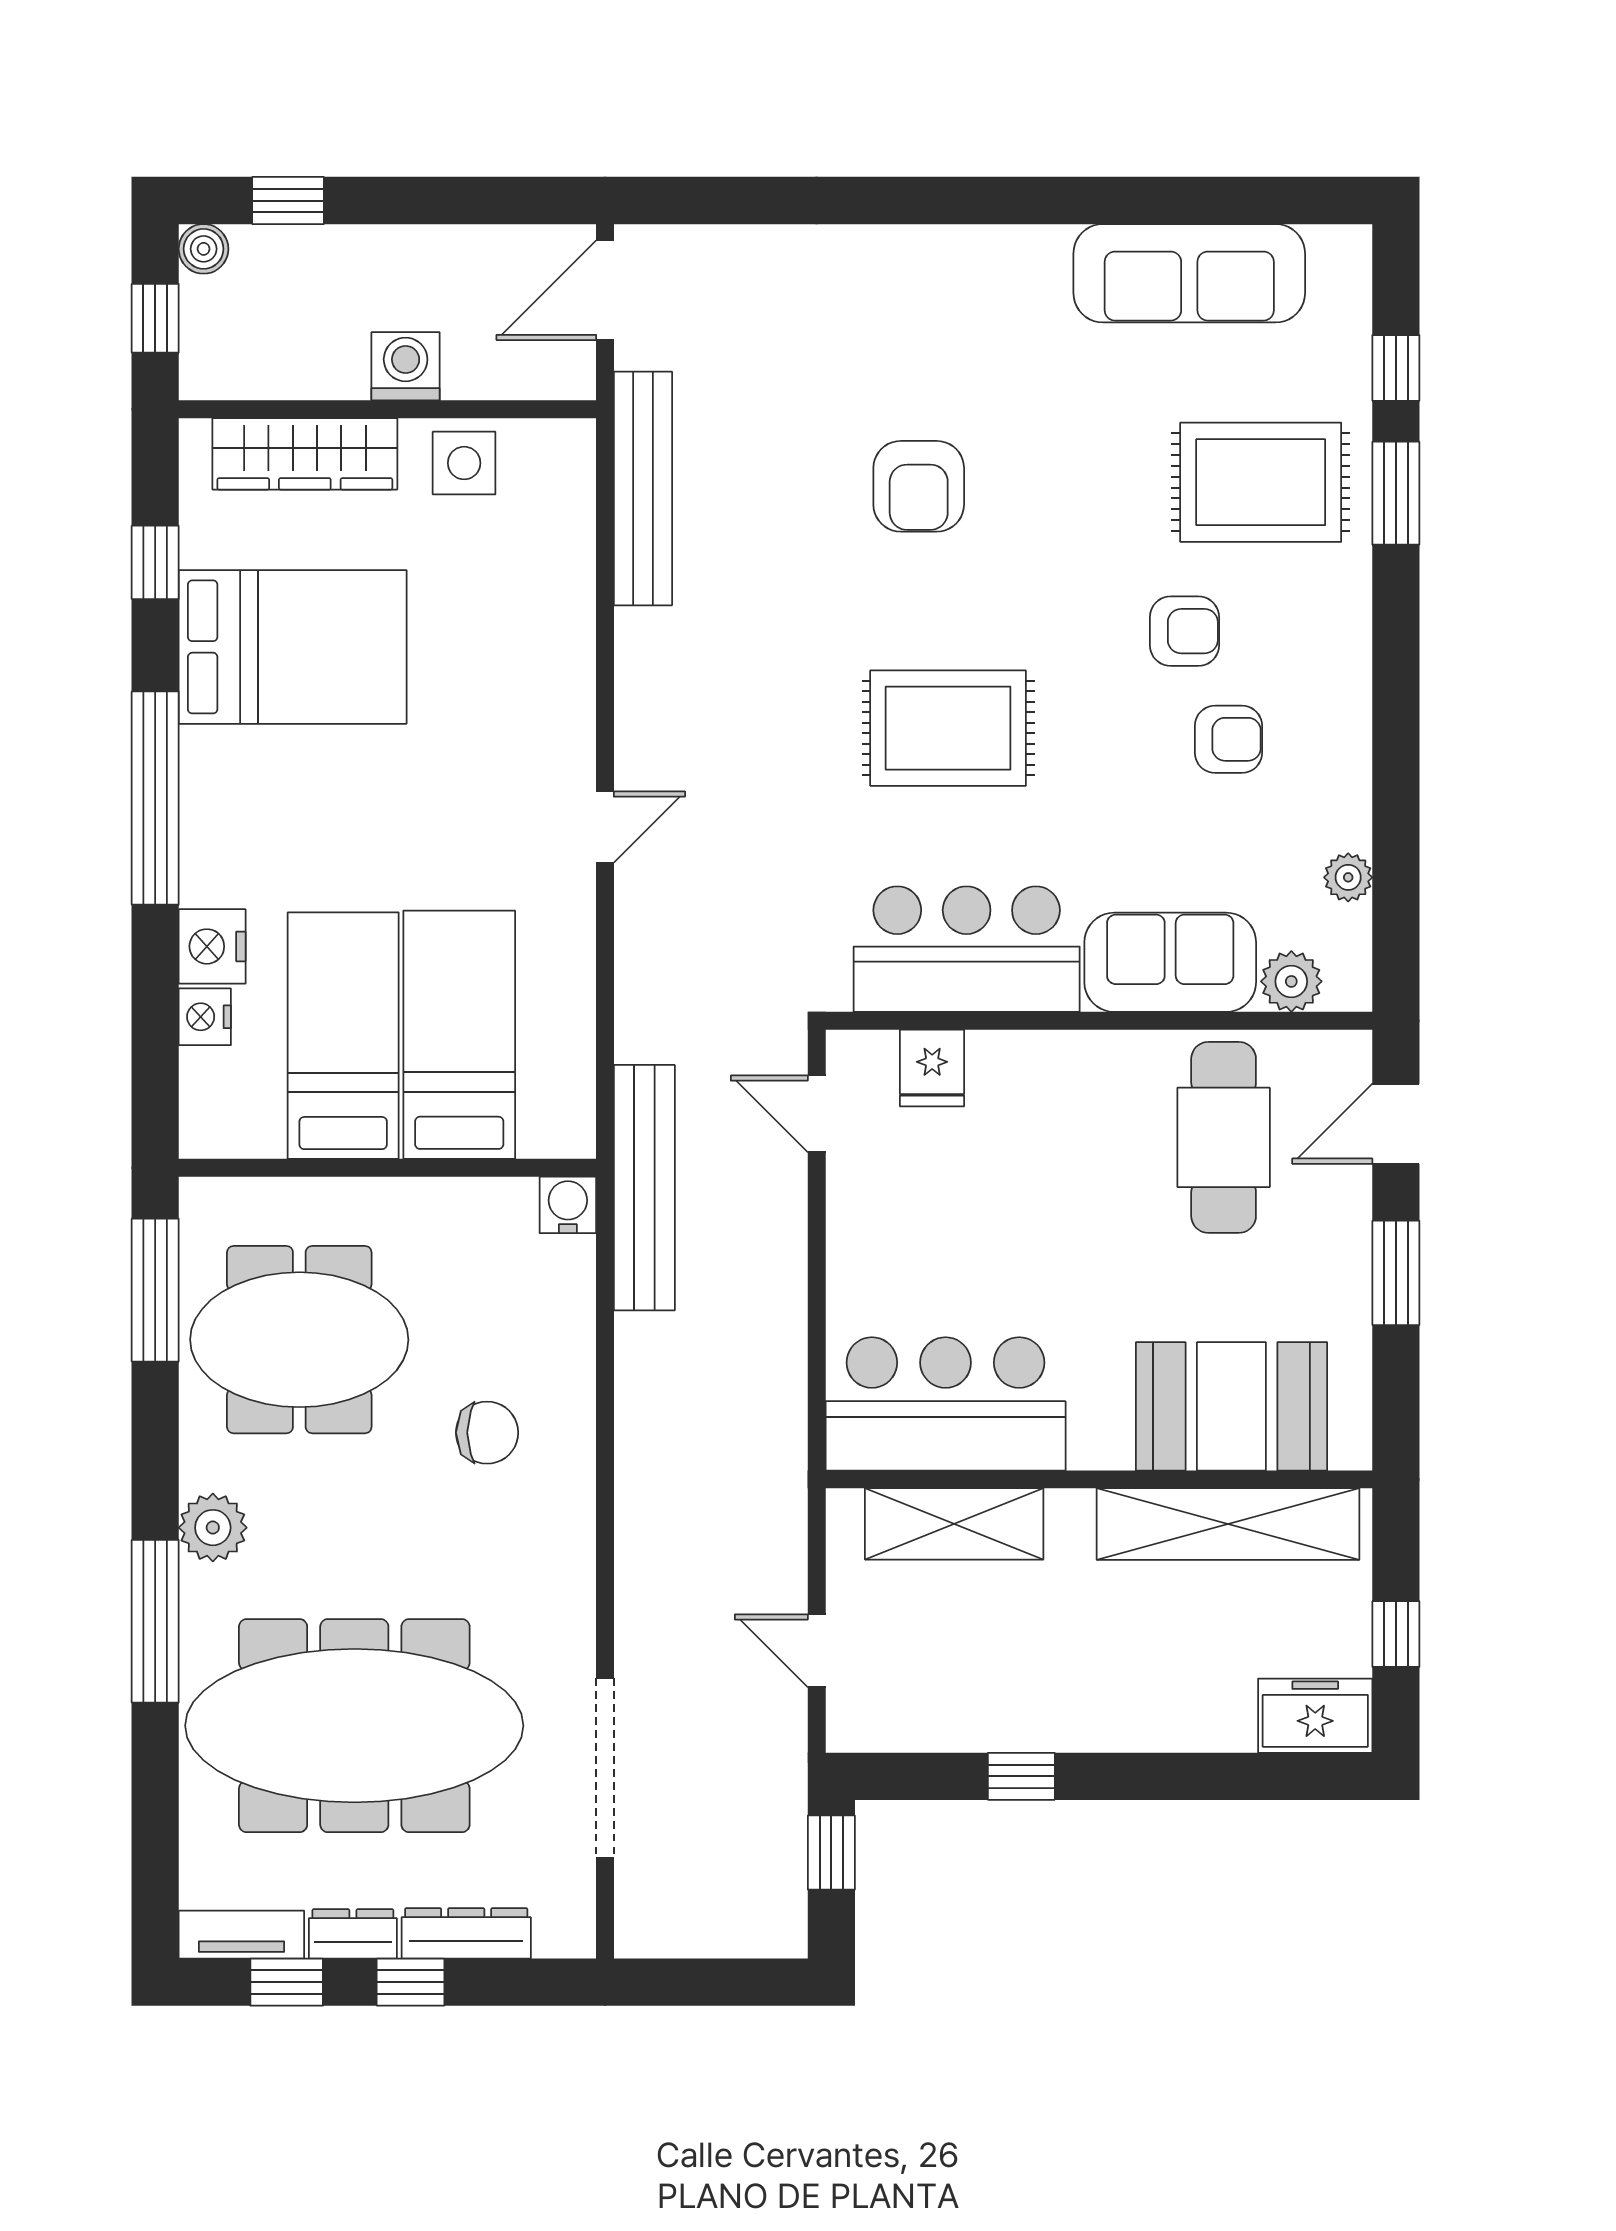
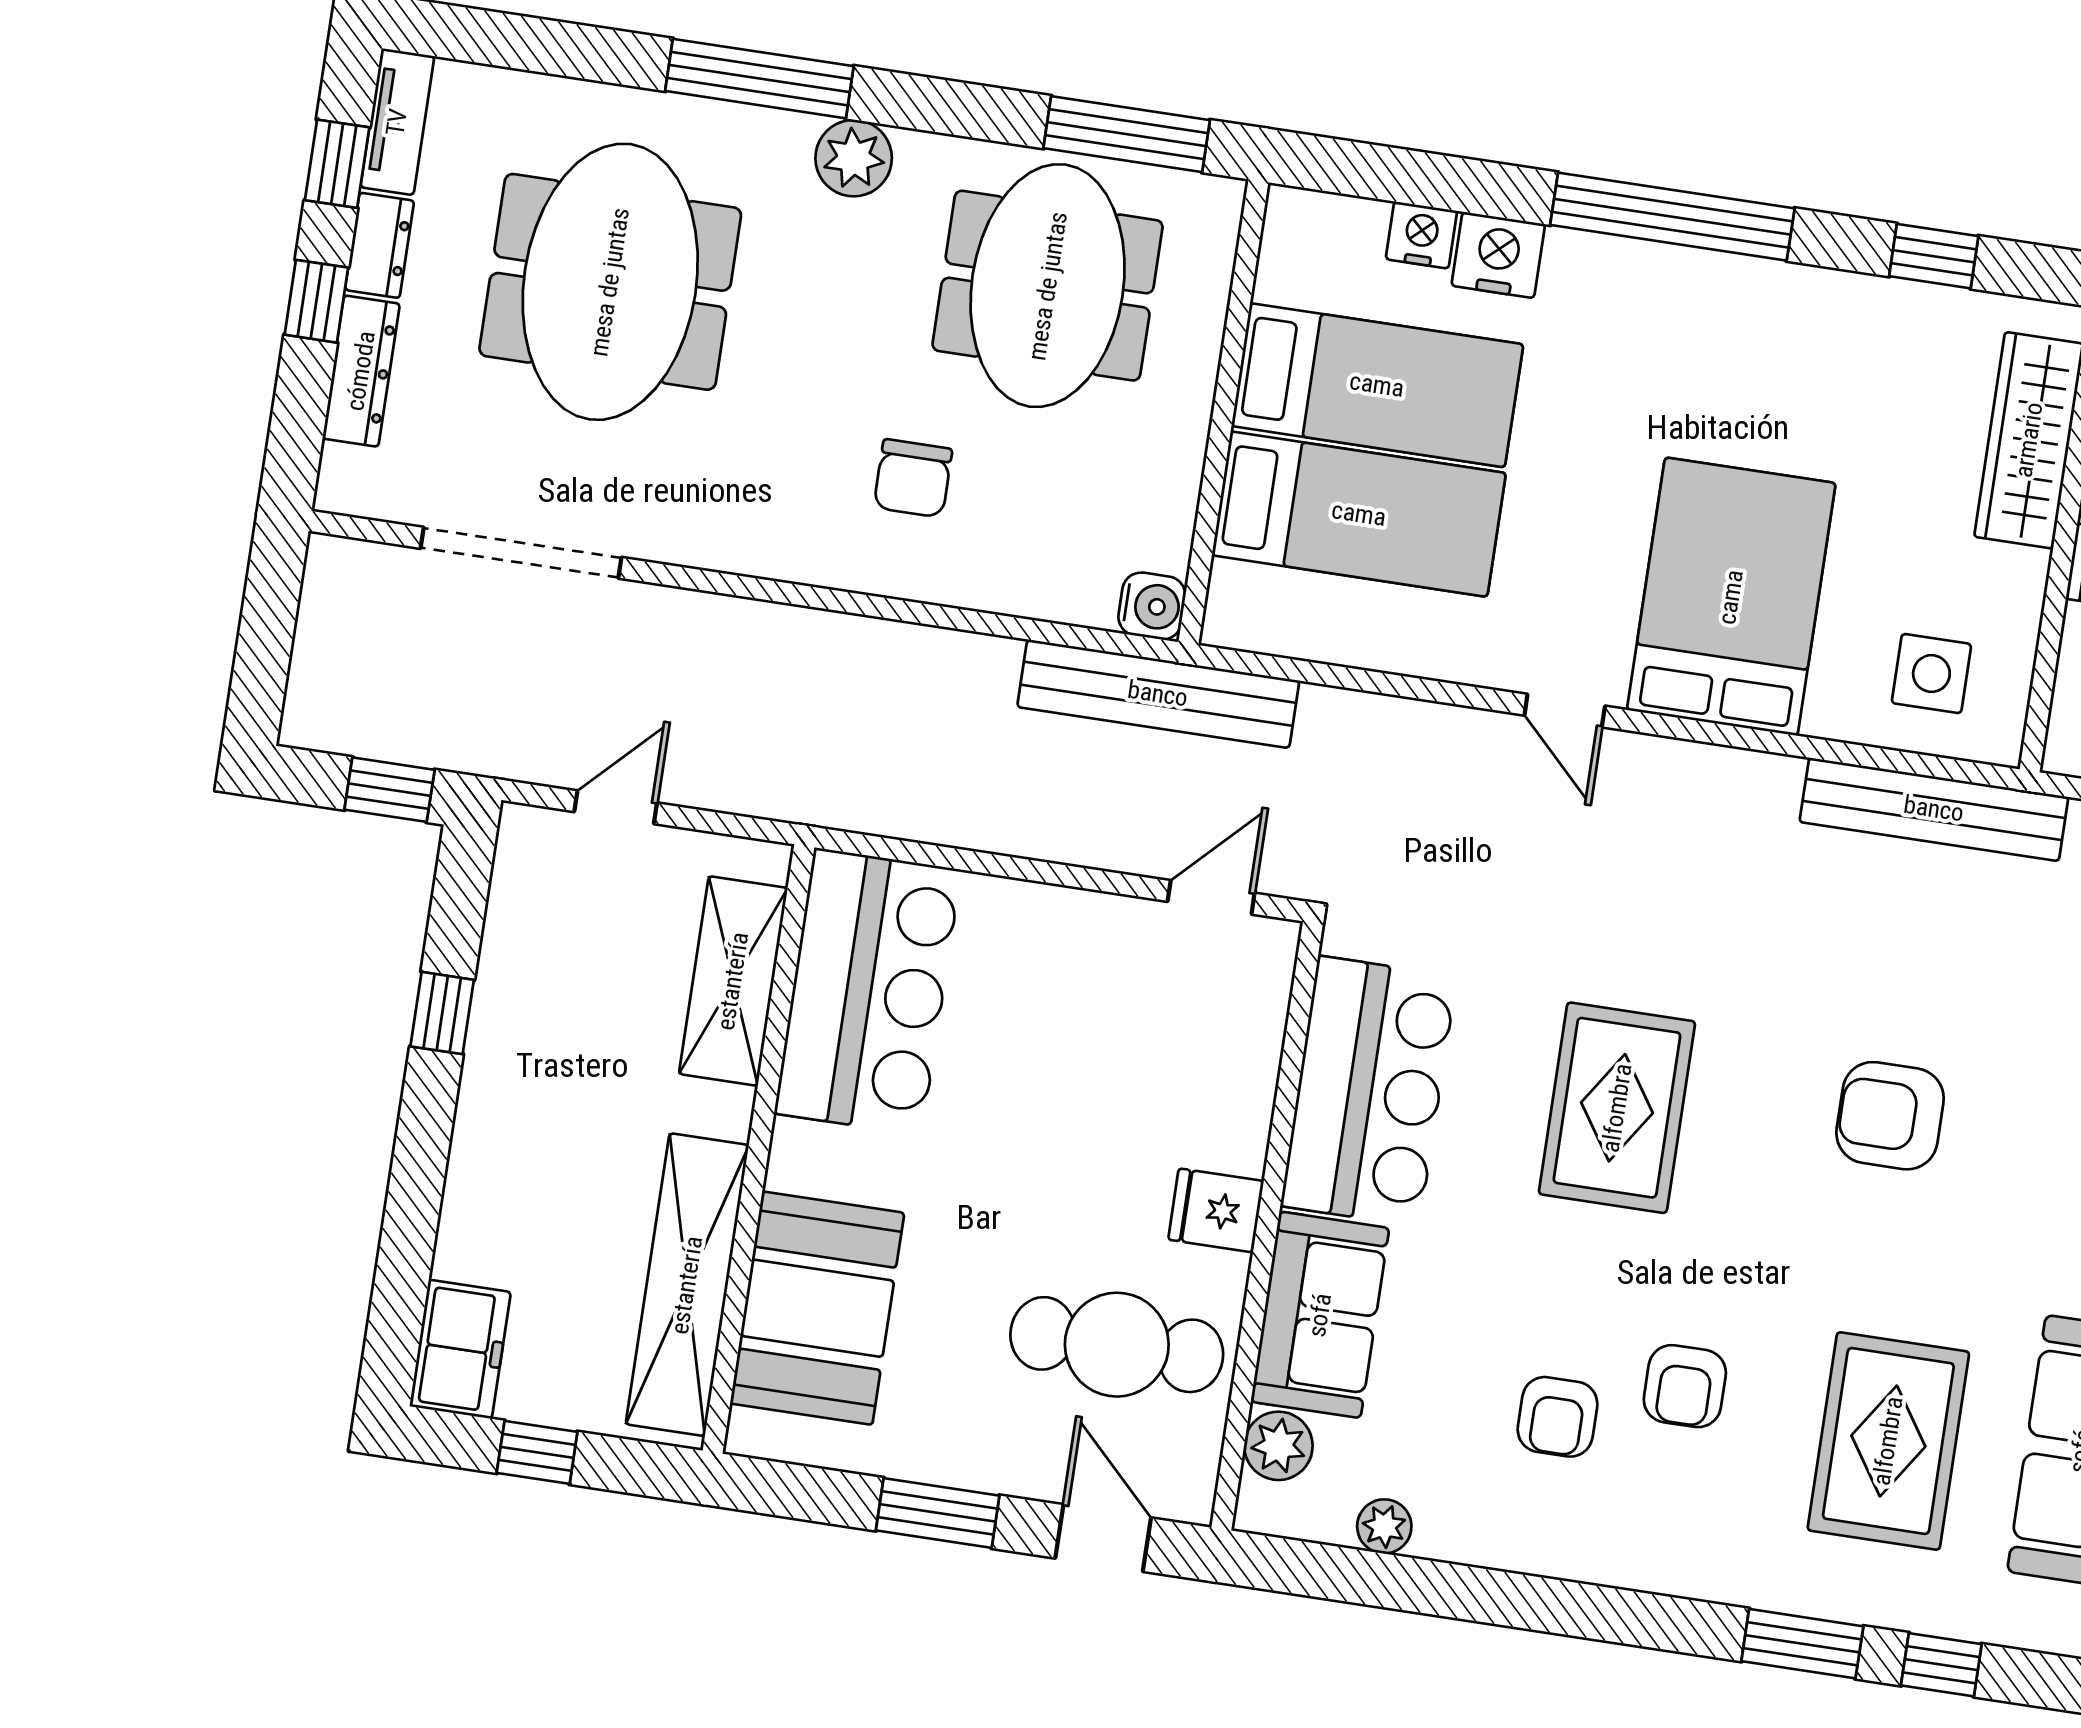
side table: (464, 463) -> (1931, 674), moved
rug: (1261, 482) -> (1888, 1441), moved
bed: (293, 647) -> (1731, 597), moved, turned 180
fridge: (932, 1068) -> (1216, 1210), moved
meeting table: (354, 1726) -> (610, 282), width x0.73

